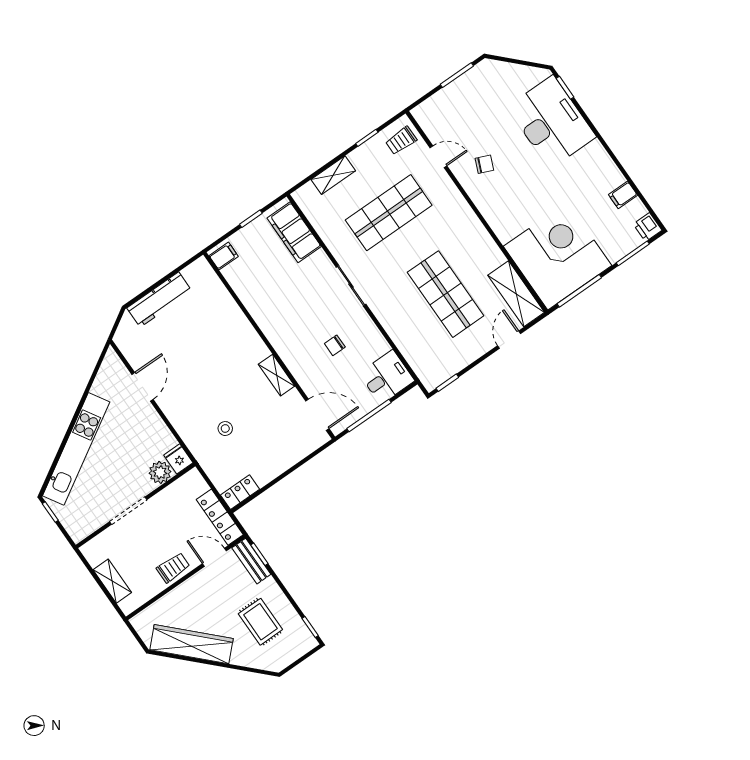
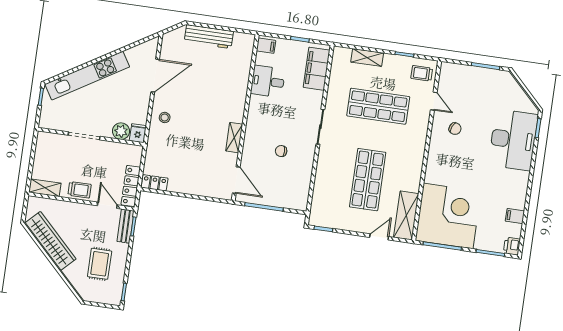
desk: (387, 377) -> (268, 81), moved, turned 180
door: (143, 387) -> (155, 76), width x1.36
stool: (225, 429) -> (165, 117), moved
shelving: (112, 581) -> (45, 188), moved, turned 90

